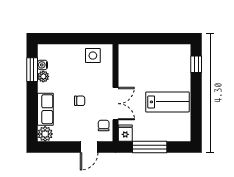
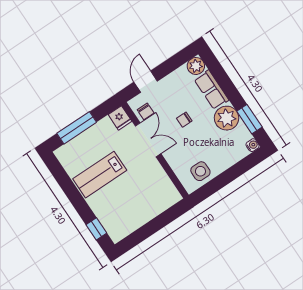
water cooler: (43, 65) -> (253, 145), moved
plant: (43, 76) -> (227, 118), width x1.87, depth x1.87
double door: (116, 104) -> (148, 140), swing flipped
window: (150, 147) -> (77, 128), moved

